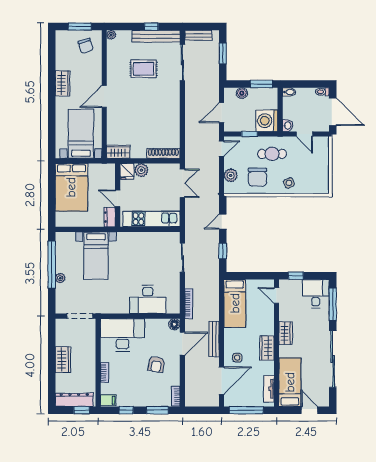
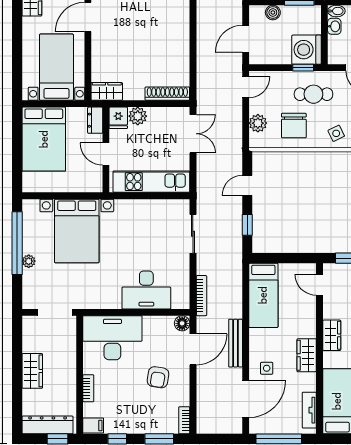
washbasin: (288, 126) -> (334, 26), moved
window: (250, 134) -> (303, 68), moved
dresser: (110, 217) -> (95, 120), moved
bed with nightstands: (96, 256) -> (77, 231), width x1.36

